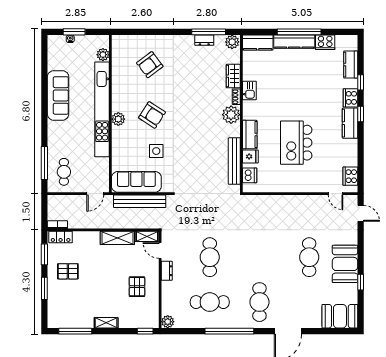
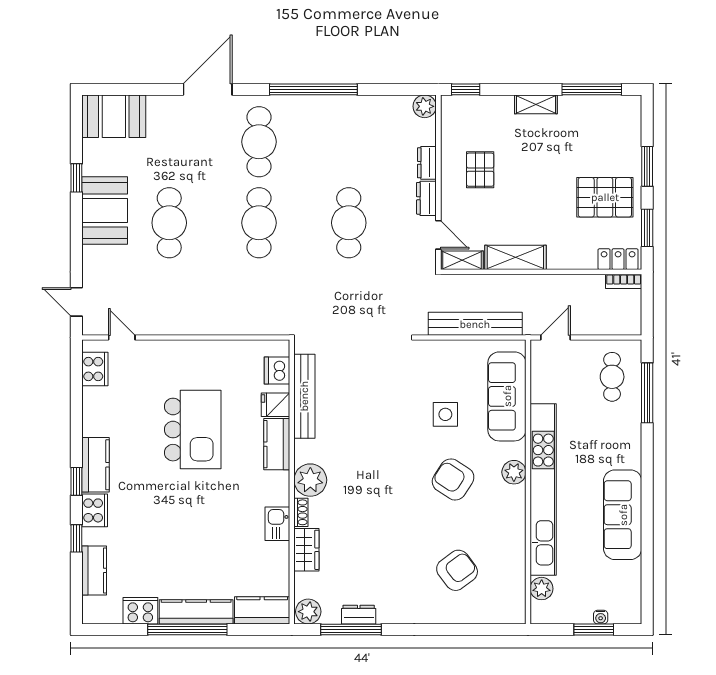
sofa: (136, 182) -> (507, 396), moved, turned 90
pallet: (68, 271) -> (605, 197), width x1.50, depth x1.42
dresser: (166, 290) -> (427, 163), added
cafe table: (210, 302) -> (259, 223), moved, turned 90

